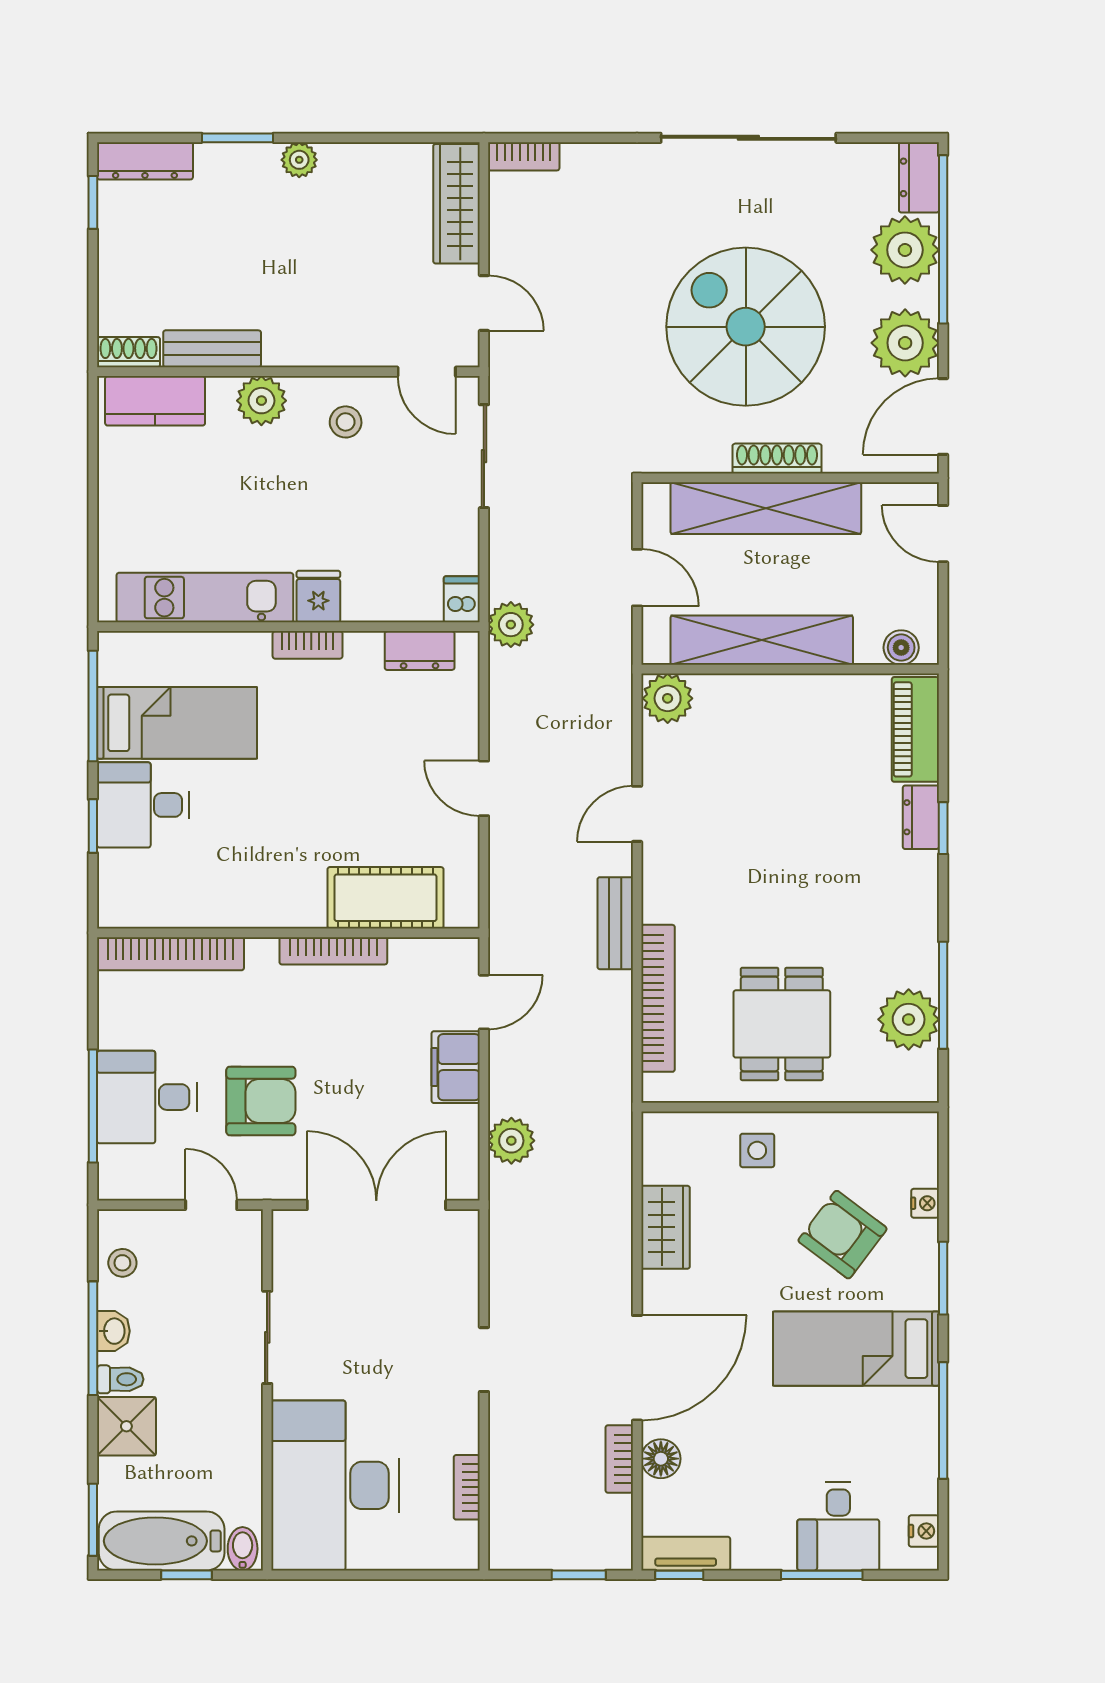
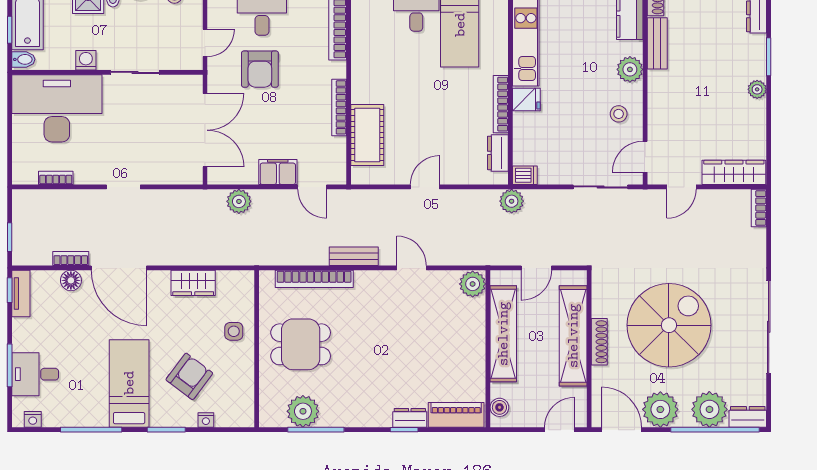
bookcase: (308, 645) -> (501, 104), width x1.56
washing machine: (244, 1430) -> (86, 60), added

